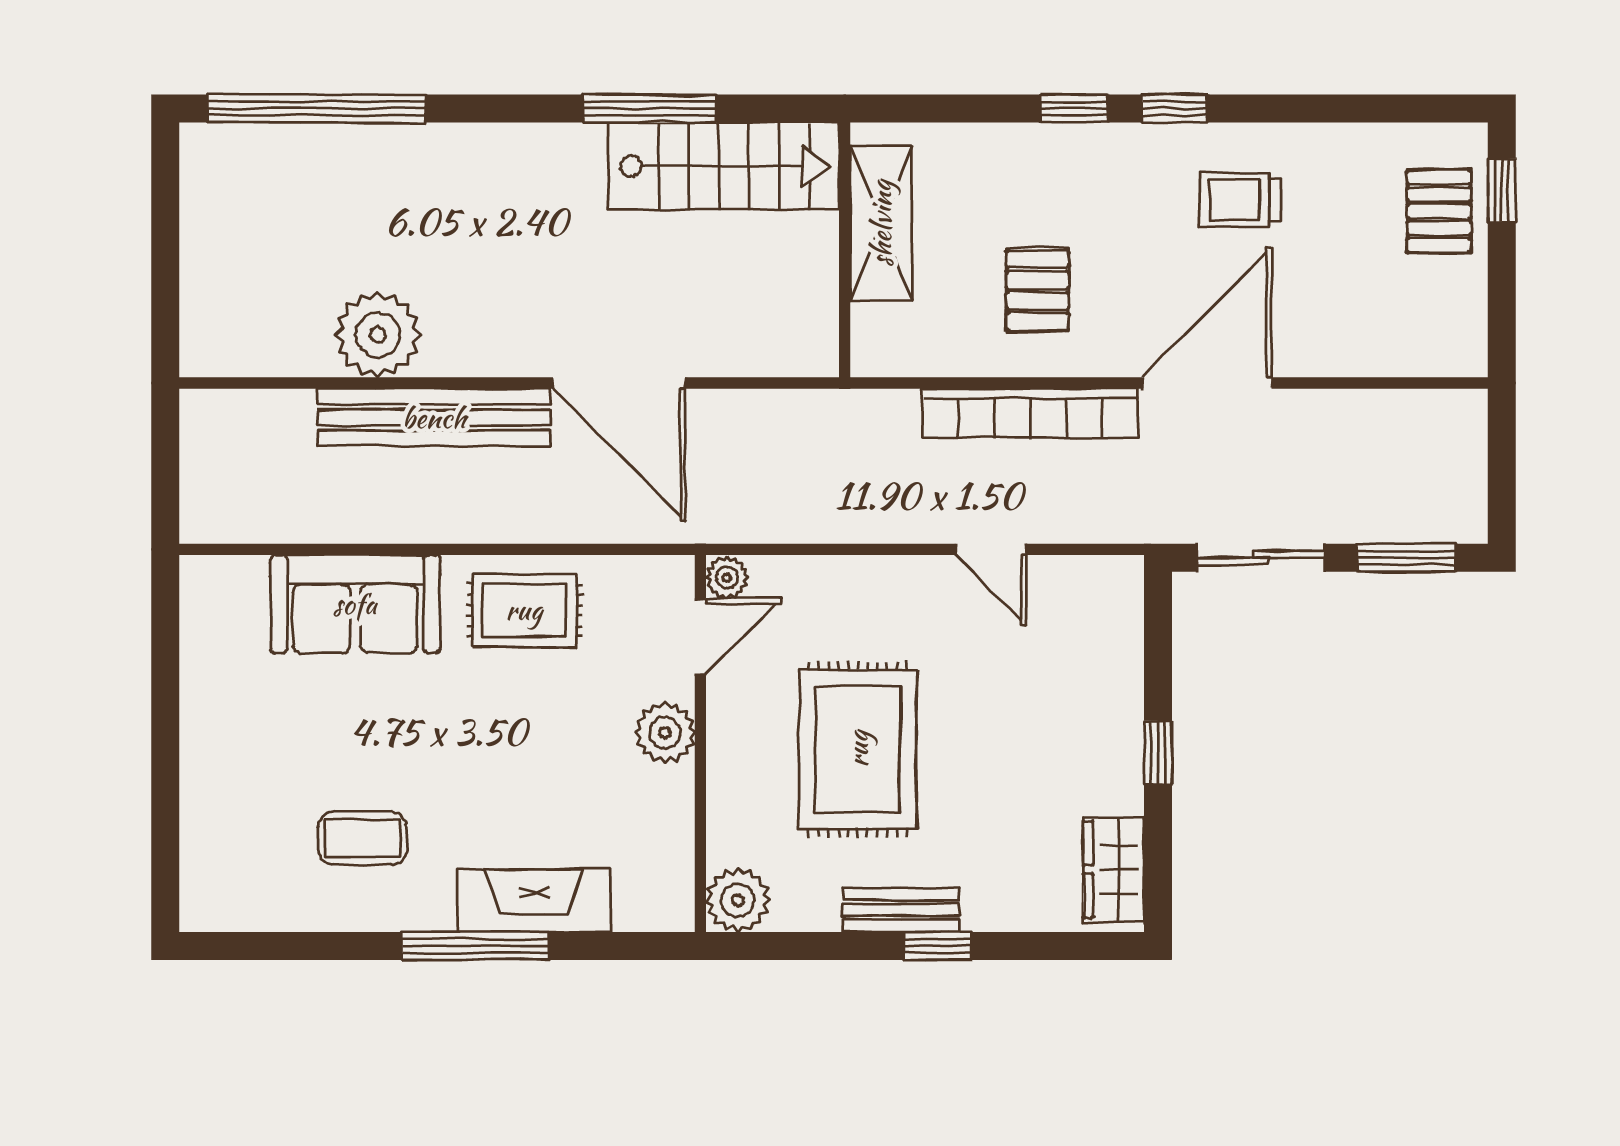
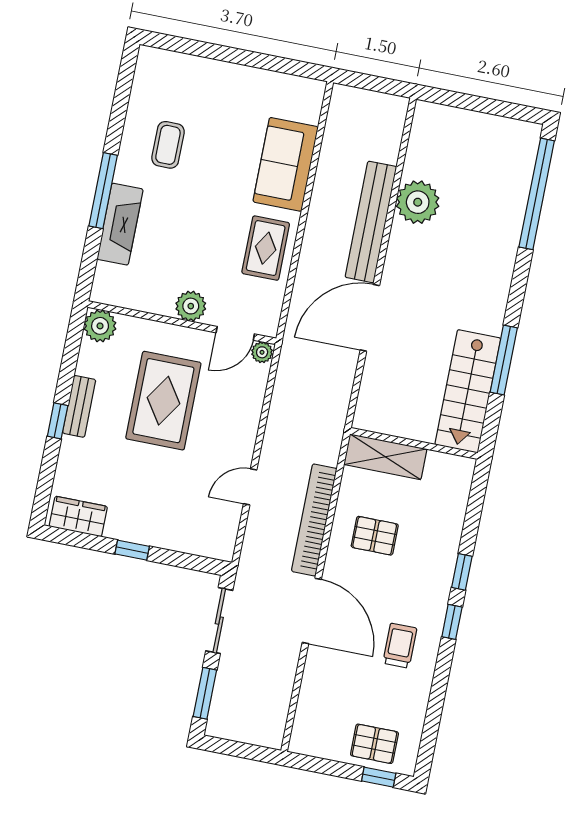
shelving: (881, 223) -> (385, 457), moved
door: (700, 637) -> (235, 333), hinge flipped
rug: (858, 749) -> (163, 401), turned 90

